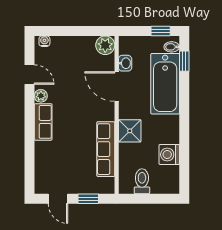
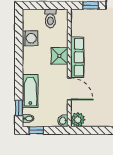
washbasin: (125, 63) -> (63, 121), moved
bathtub: (165, 84) -> (30, 91), width x0.73, depth x0.73
row of seats: (106, 149) -> (77, 57), moved

